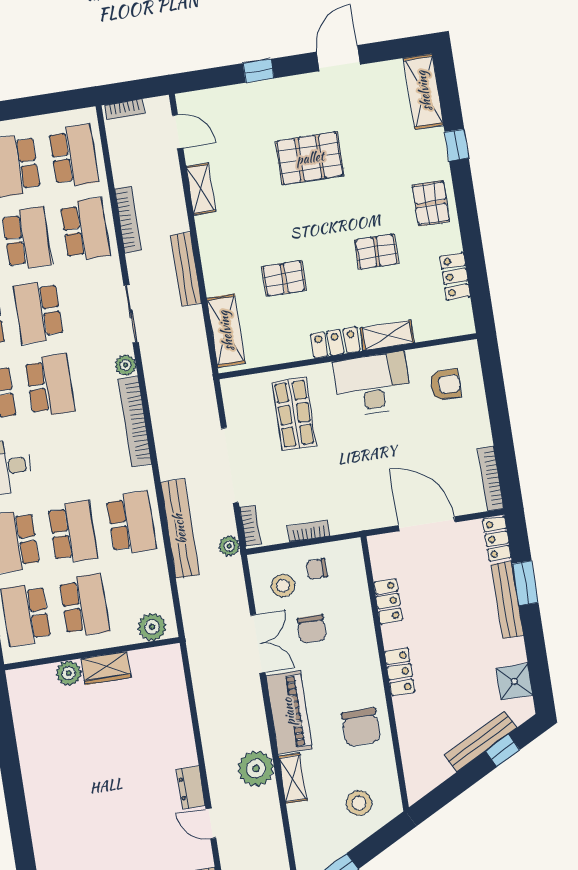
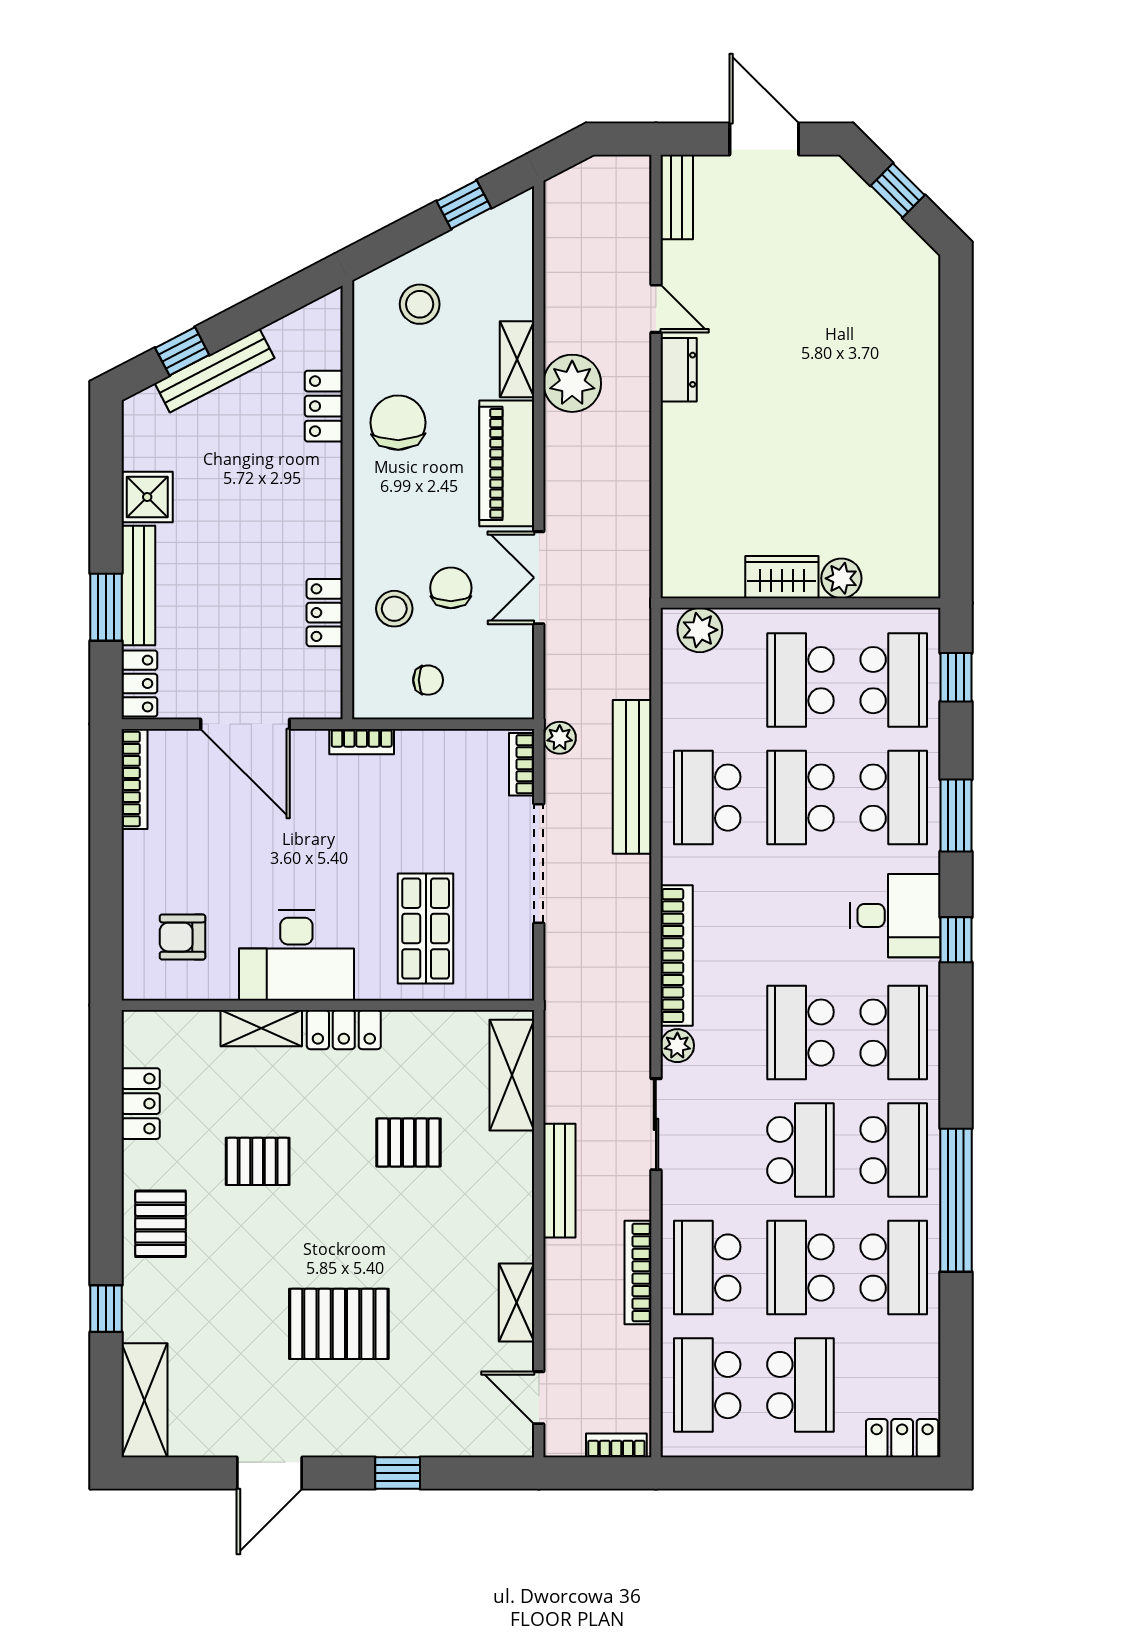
bookcase: (309, 531) -> (362, 742), moved
stool: (283, 586) -> (394, 609), moved
locker: (400, 672) -> (324, 406), moved
shower: (514, 682) -> (147, 497), moved

